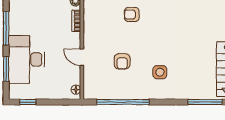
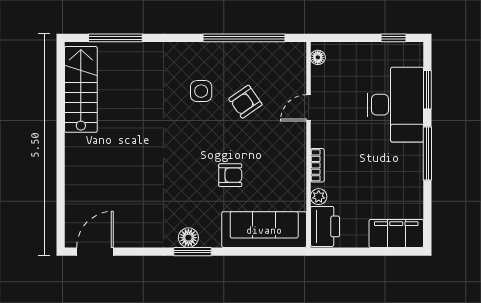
door: (82, 57) -> (309, 108), swing flipped
armchair: (122, 61) -> (245, 102), turned -125
side table: (160, 72) -> (201, 91), moved

